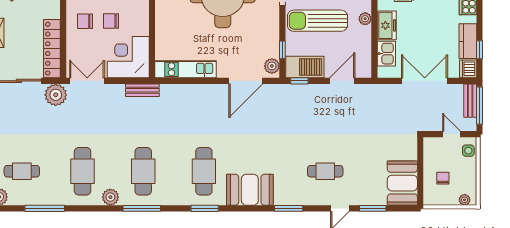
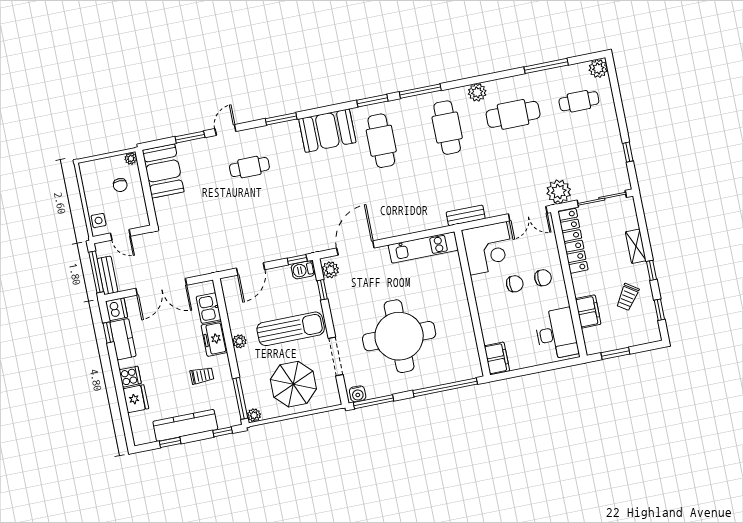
barbecue: (305, 67) -> (303, 270), width x0.53, depth x0.65
cafe table: (83, 171) -> (513, 114), turned 90
plant: (465, 200) -> (131, 159), moved
window: (142, 208) -> (420, 91), moved

